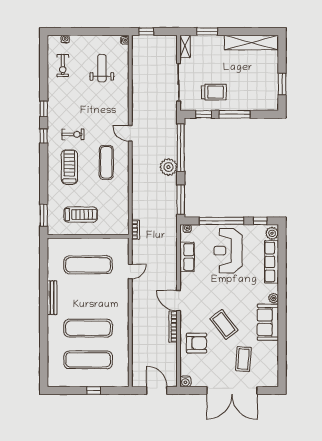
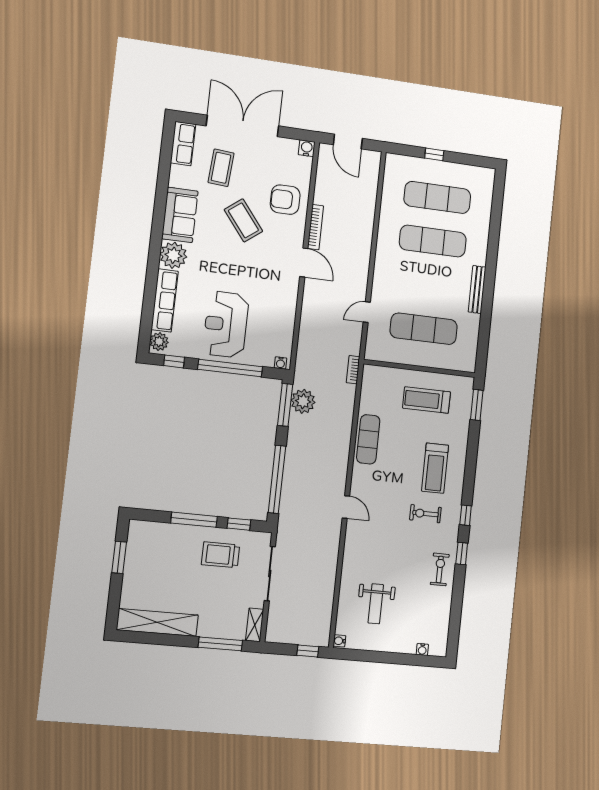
window: (207, 31) -> (220, 644), width x1.44
exercise bike: (63, 66) -> (440, 569), moved
exercise mat: (106, 162) -> (368, 439), moved
plant: (168, 167) -> (303, 401), moved
reception desk: (228, 251) -> (226, 324), turned 180
row of seats: (187, 257) -> (183, 144), moved, turned 180
plant: (273, 298) -> (173, 255), width x1.87, depth x1.87

